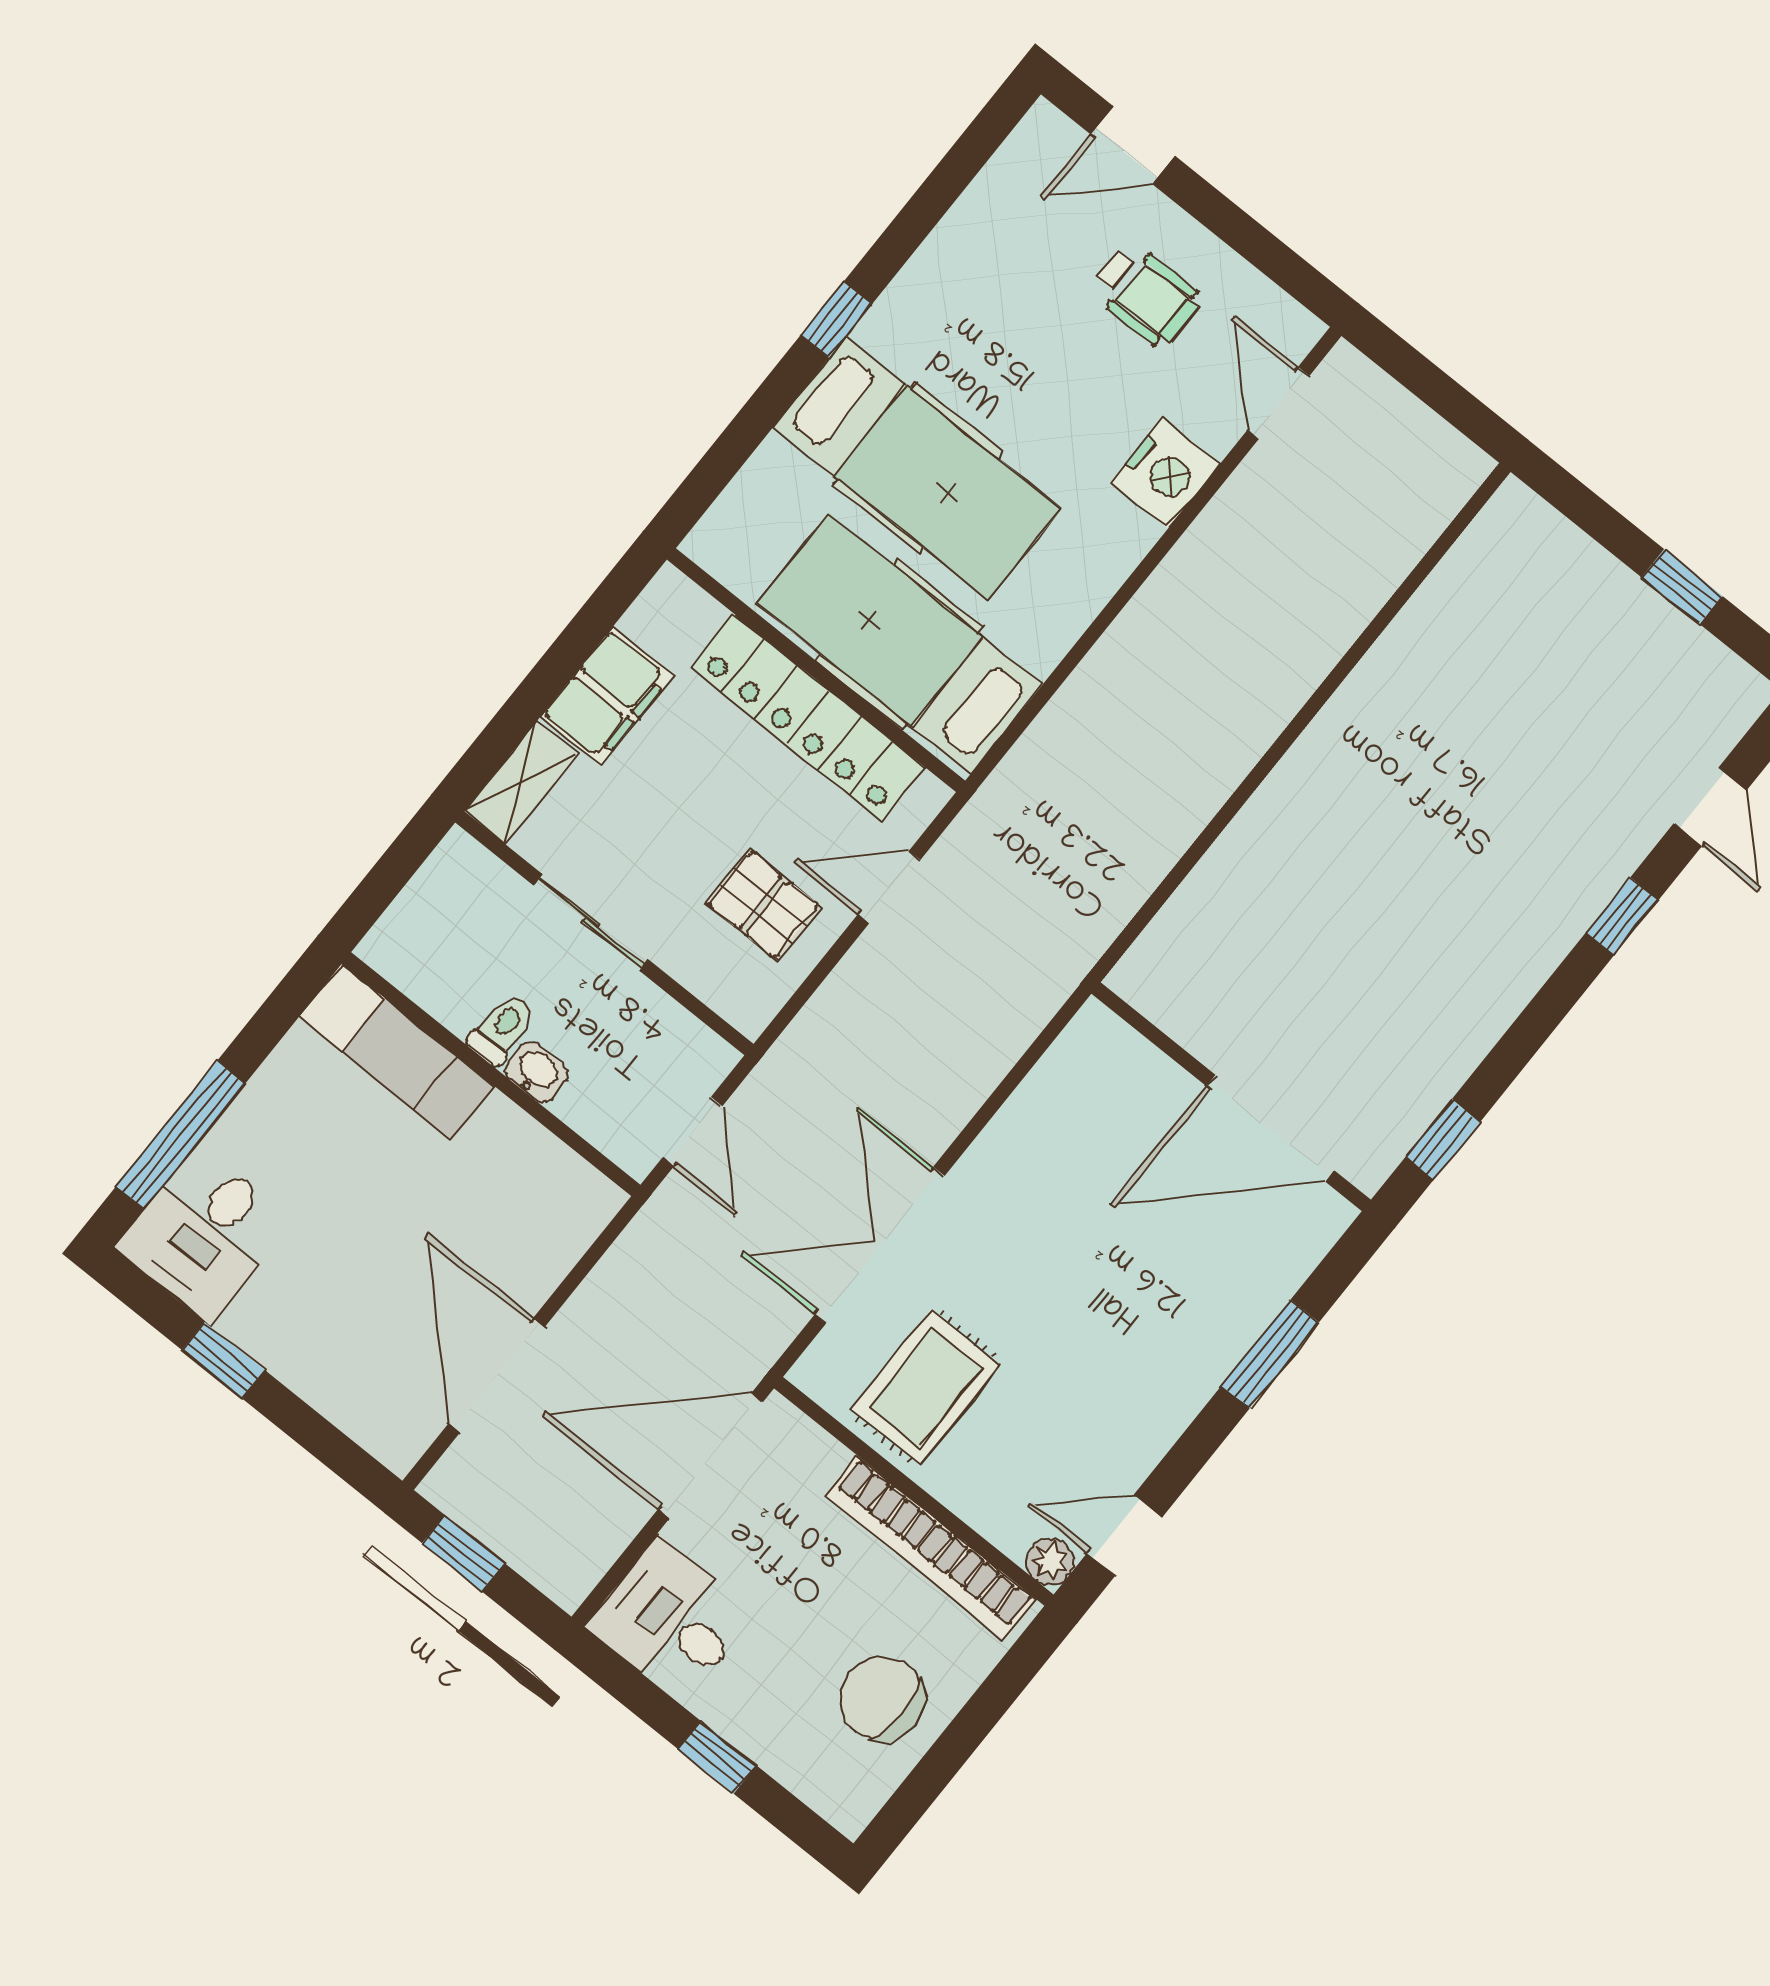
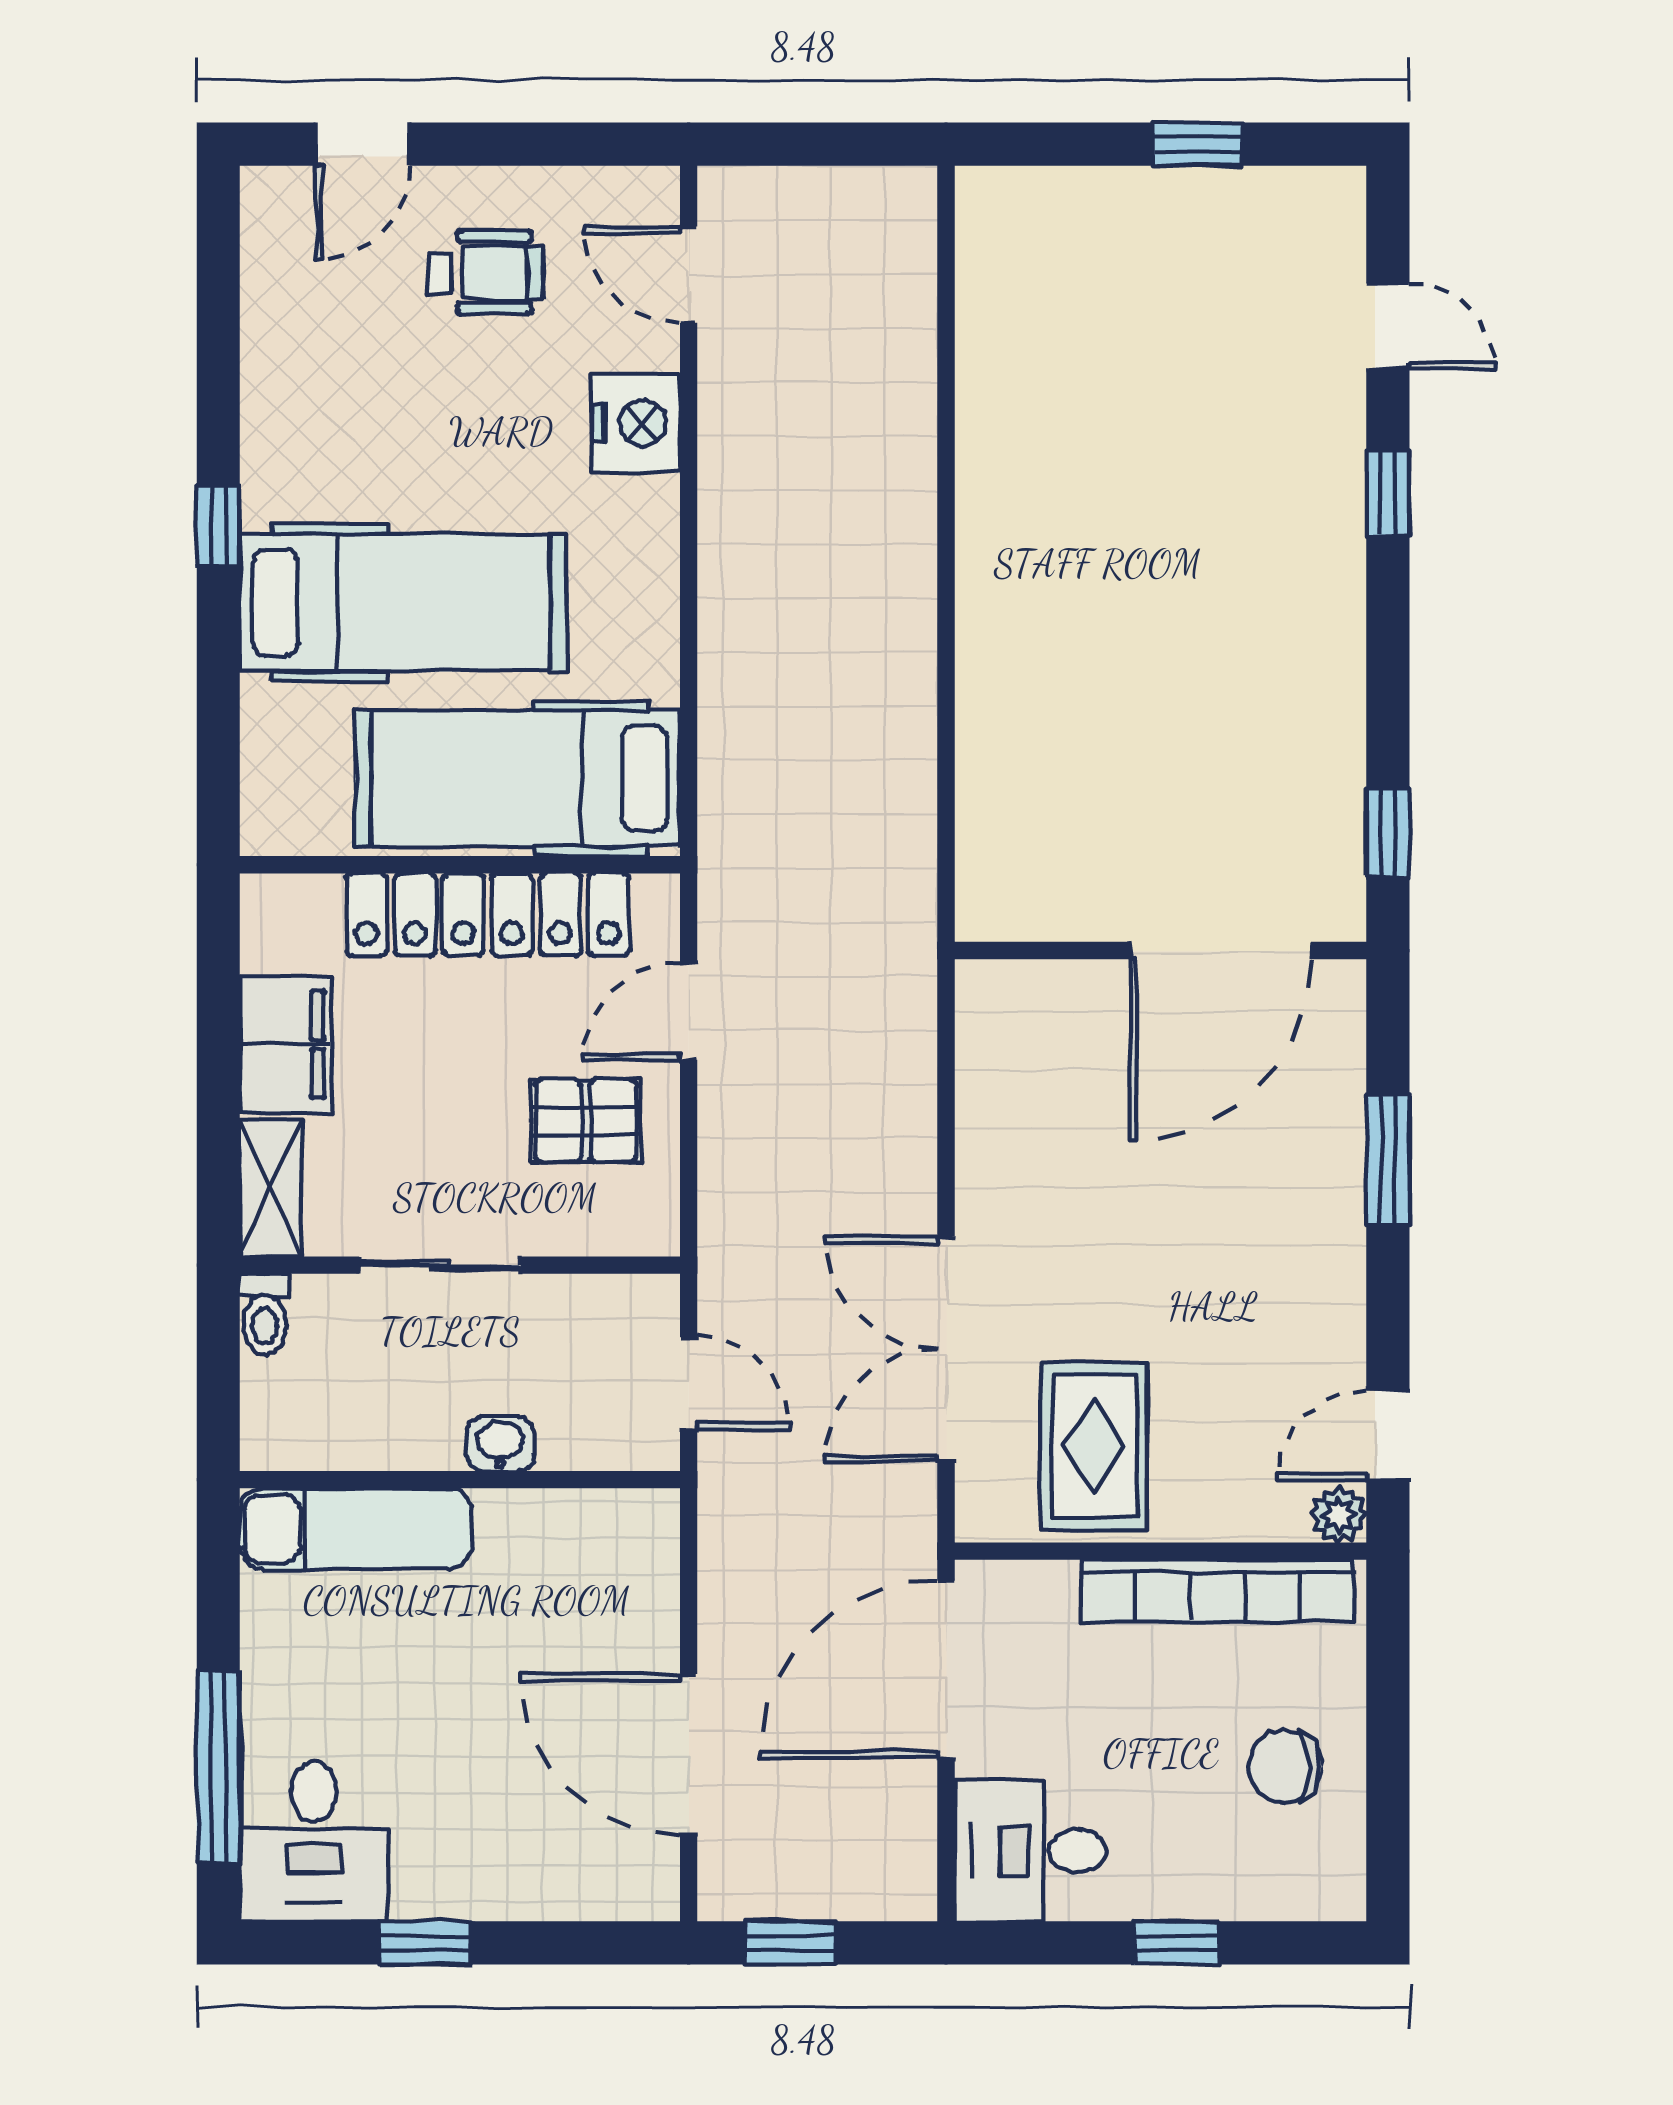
toilet: (501, 1029) -> (265, 1314), moved, turned 180
chair: (882, 1699) -> (1285, 1766), width x0.73, depth x0.73

